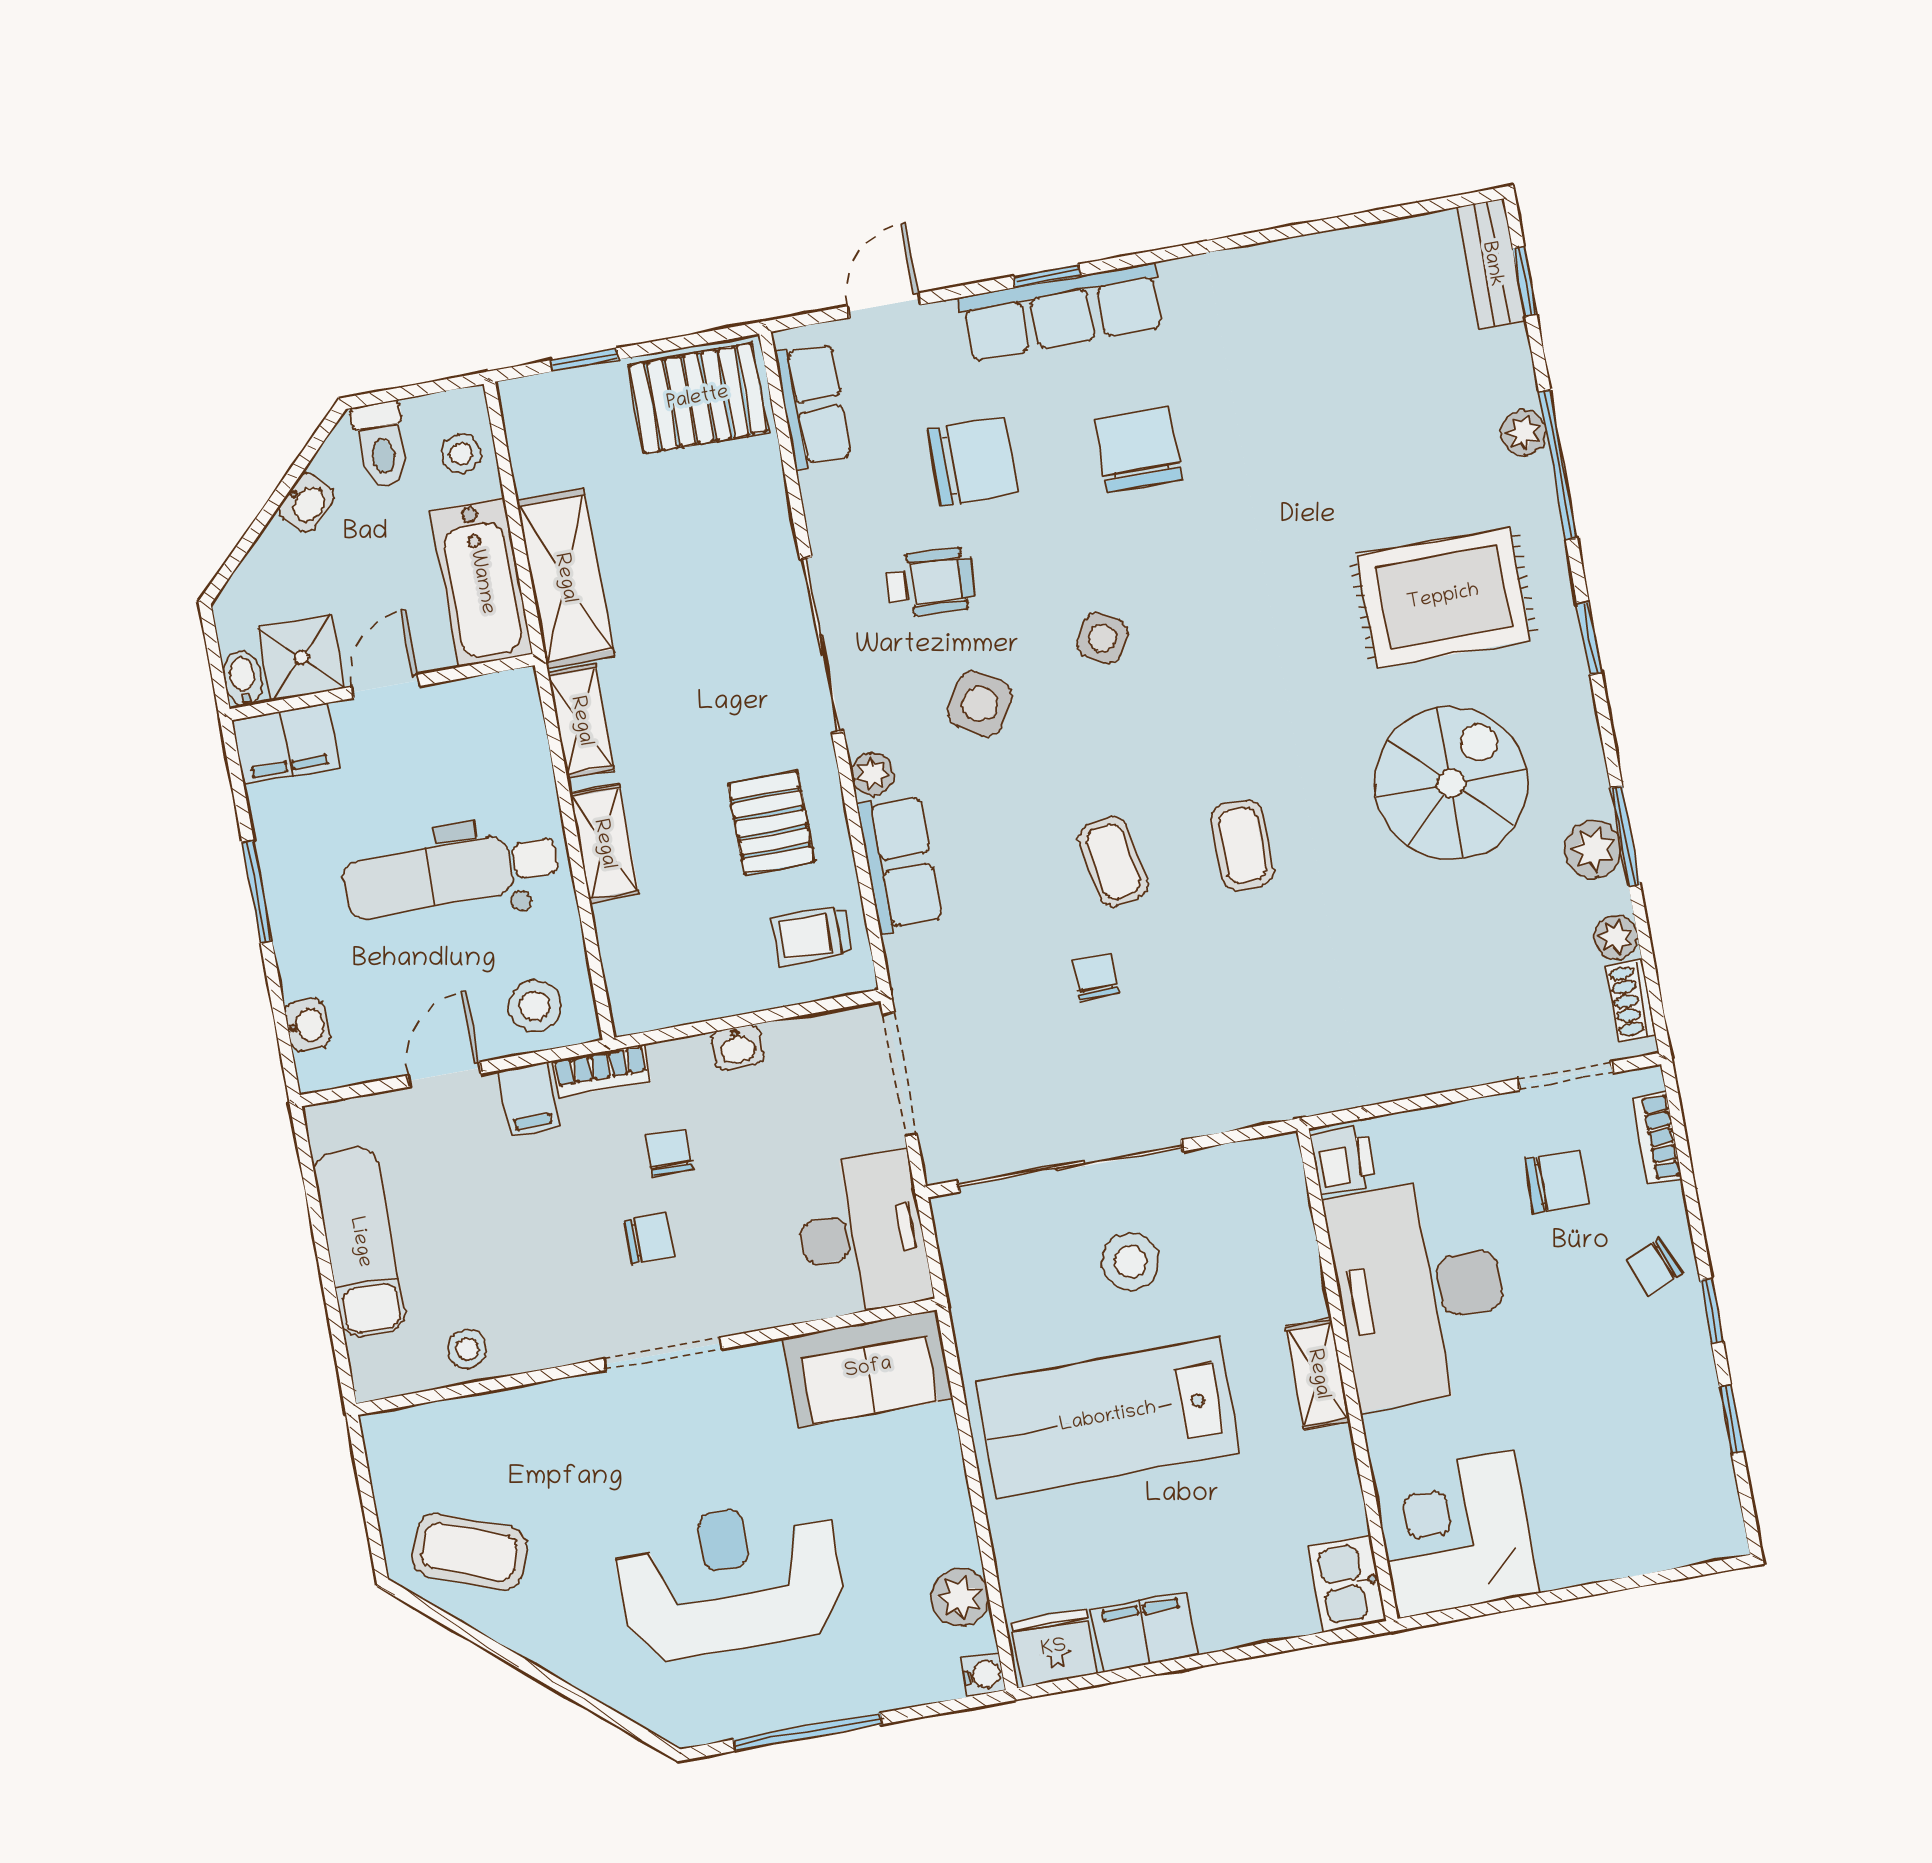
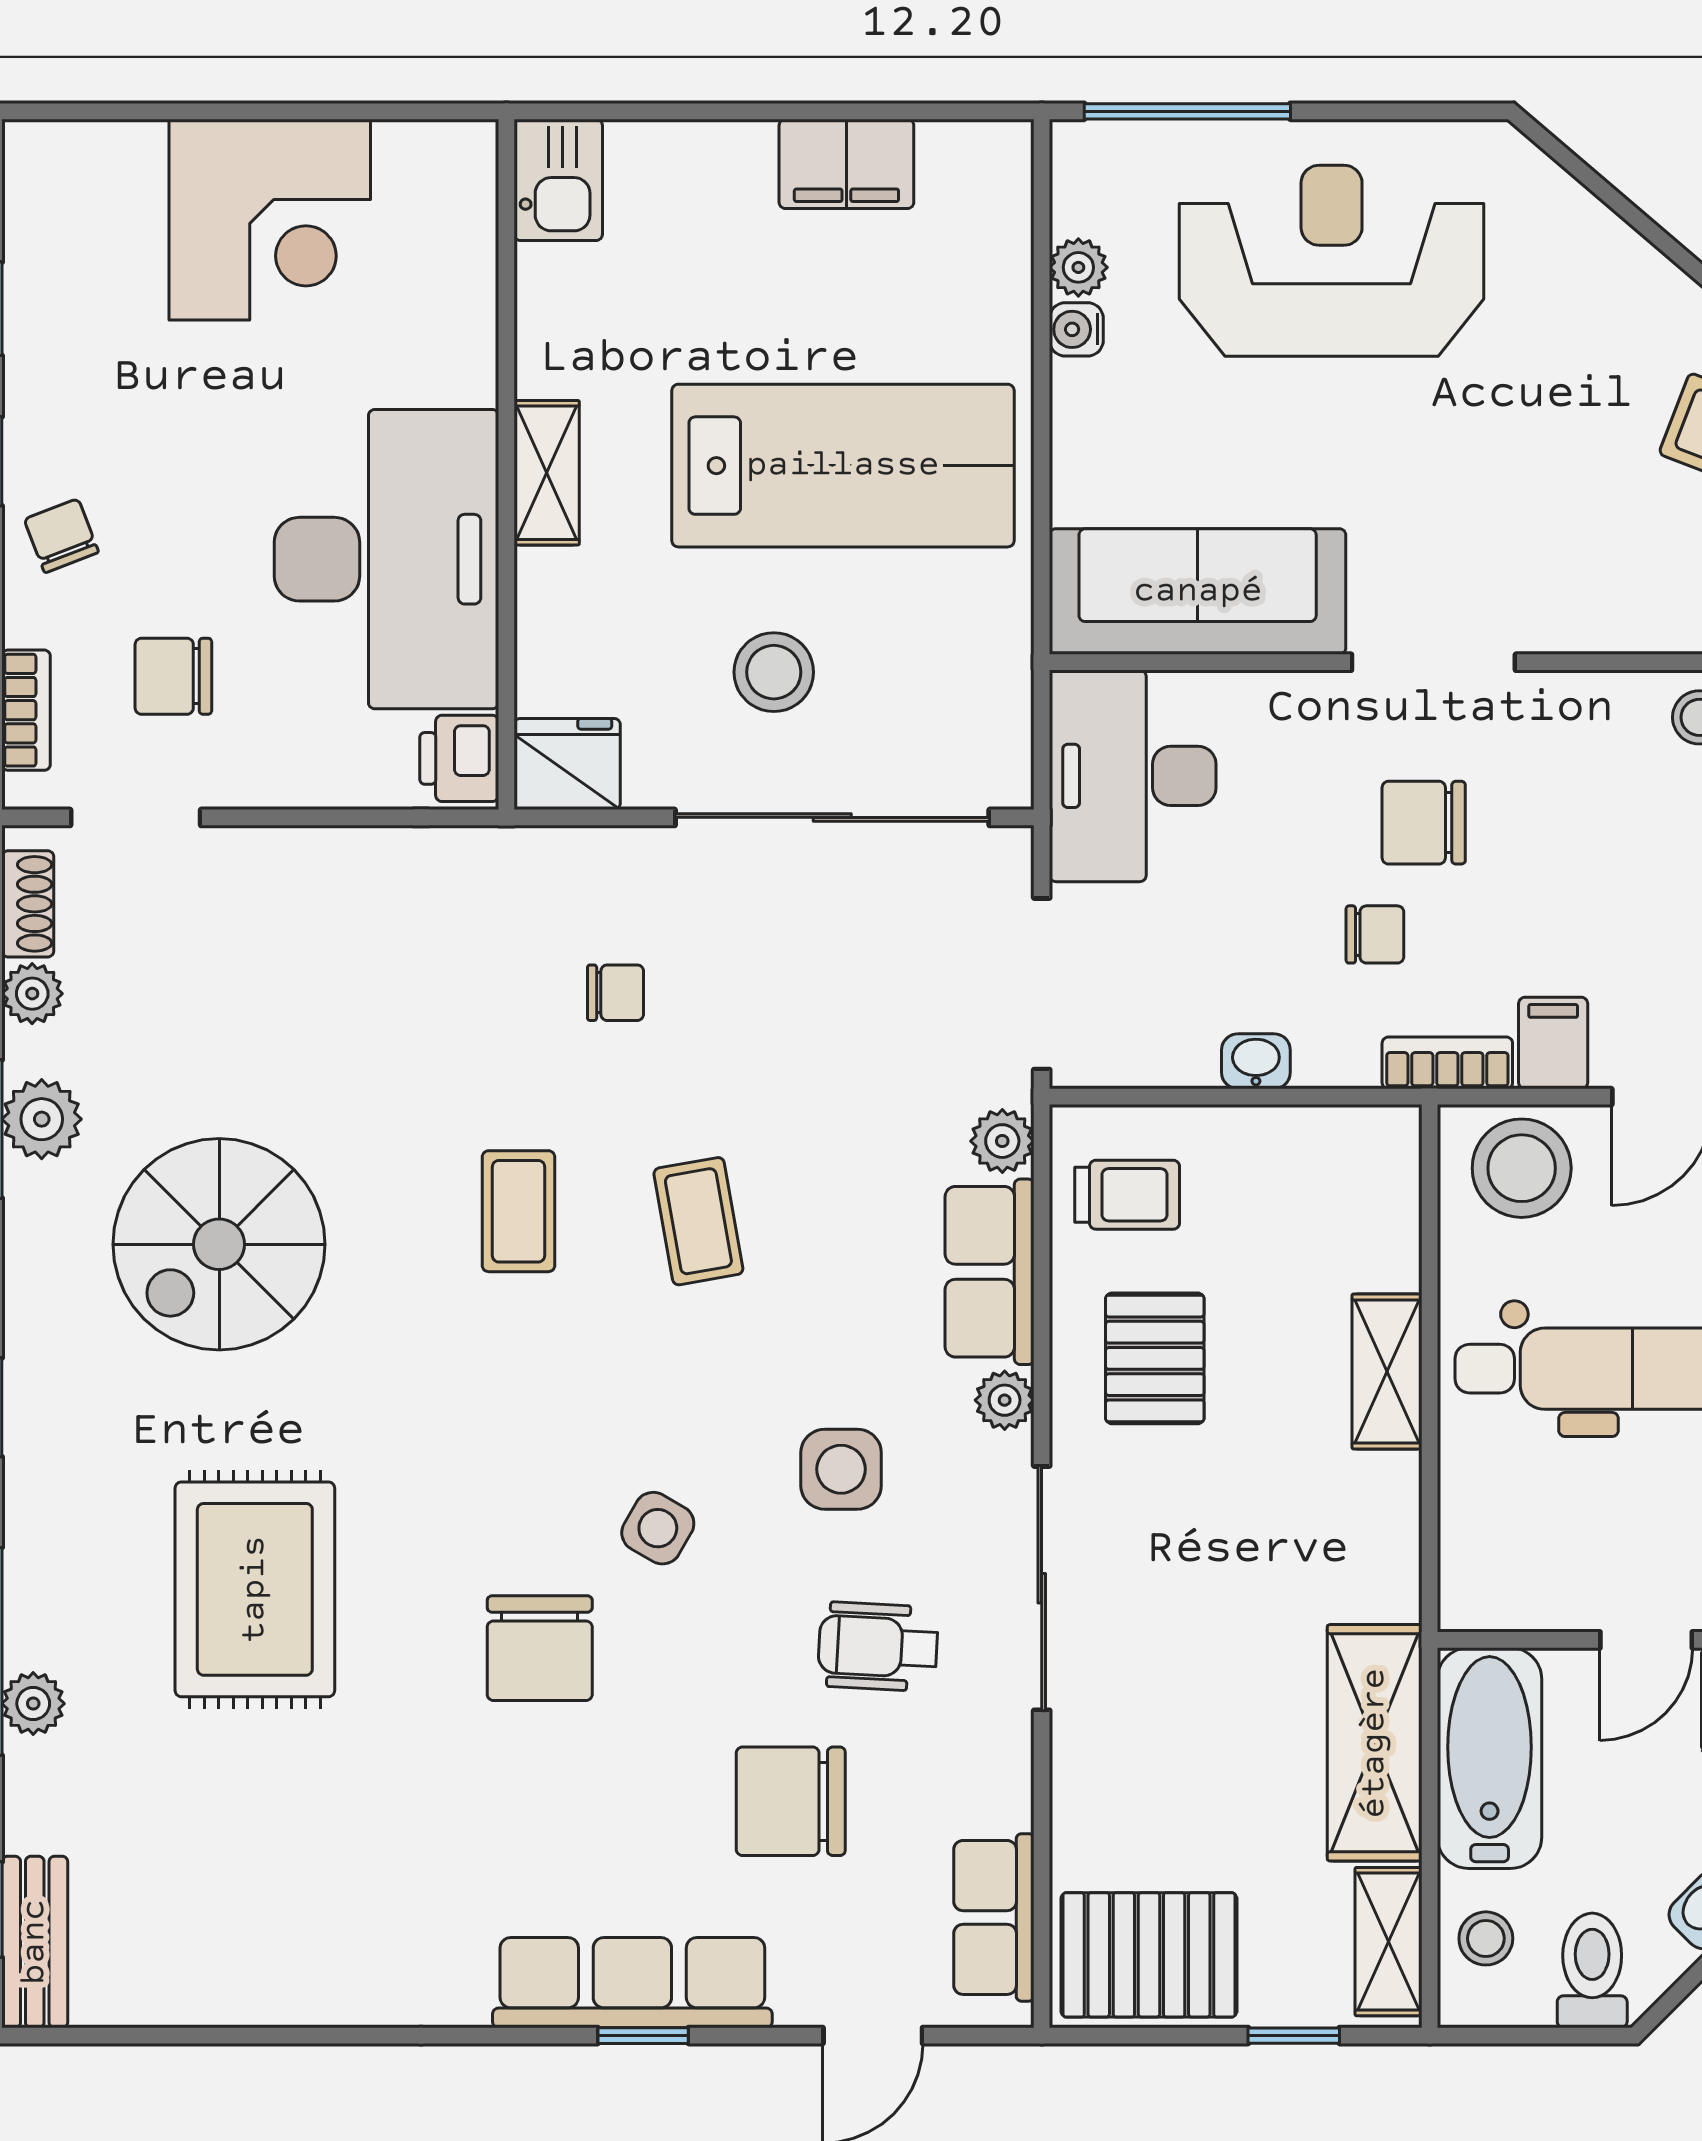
chair: (1138, 449) -> (540, 1648), moved
rug: (1443, 597) -> (255, 1589), moved, turned 90
side table: (980, 704) -> (841, 1469), turned -32
shelving: (581, 721) -> (1389, 1942), moved
plant: (908, 958) -> (1002, 1141), added
chair: (1096, 977) -> (615, 993), moved, turned -90
stool: (535, 1006) -> (1522, 1168), width x1.38, depth x1.38
chair: (669, 1153) -> (1375, 934), turned -90
chair: (649, 1238) -> (1424, 823), width x1.37, depth x1.37
chair: (1654, 1266) -> (61, 536), turned -89
sofa: (868, 1368) -> (1198, 592), width x1.36
corner desk: (1456, 1535) -> (270, 220), moved
reception desk: (730, 1580) -> (1332, 261), moved, turned 180
plant: (960, 1598) -> (1078, 267), width x0.73, depth x0.73
fridge: (1054, 1648) -> (567, 764), moved, turned 180
water cooler: (983, 1675) -> (1076, 329), moved
window: (808, 1732) -> (1187, 111), moved

